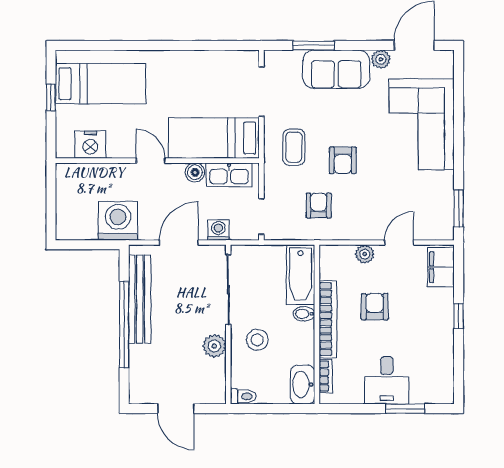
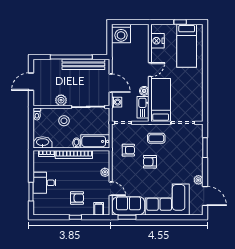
sofa: (336, 69) -> (128, 206), moved, turned 90
washing machine: (118, 221) -> (121, 33), moved, turned 90
filing cabinet: (441, 267) -> (99, 209), width x0.50
armchair: (375, 307) -> (77, 198), moved

